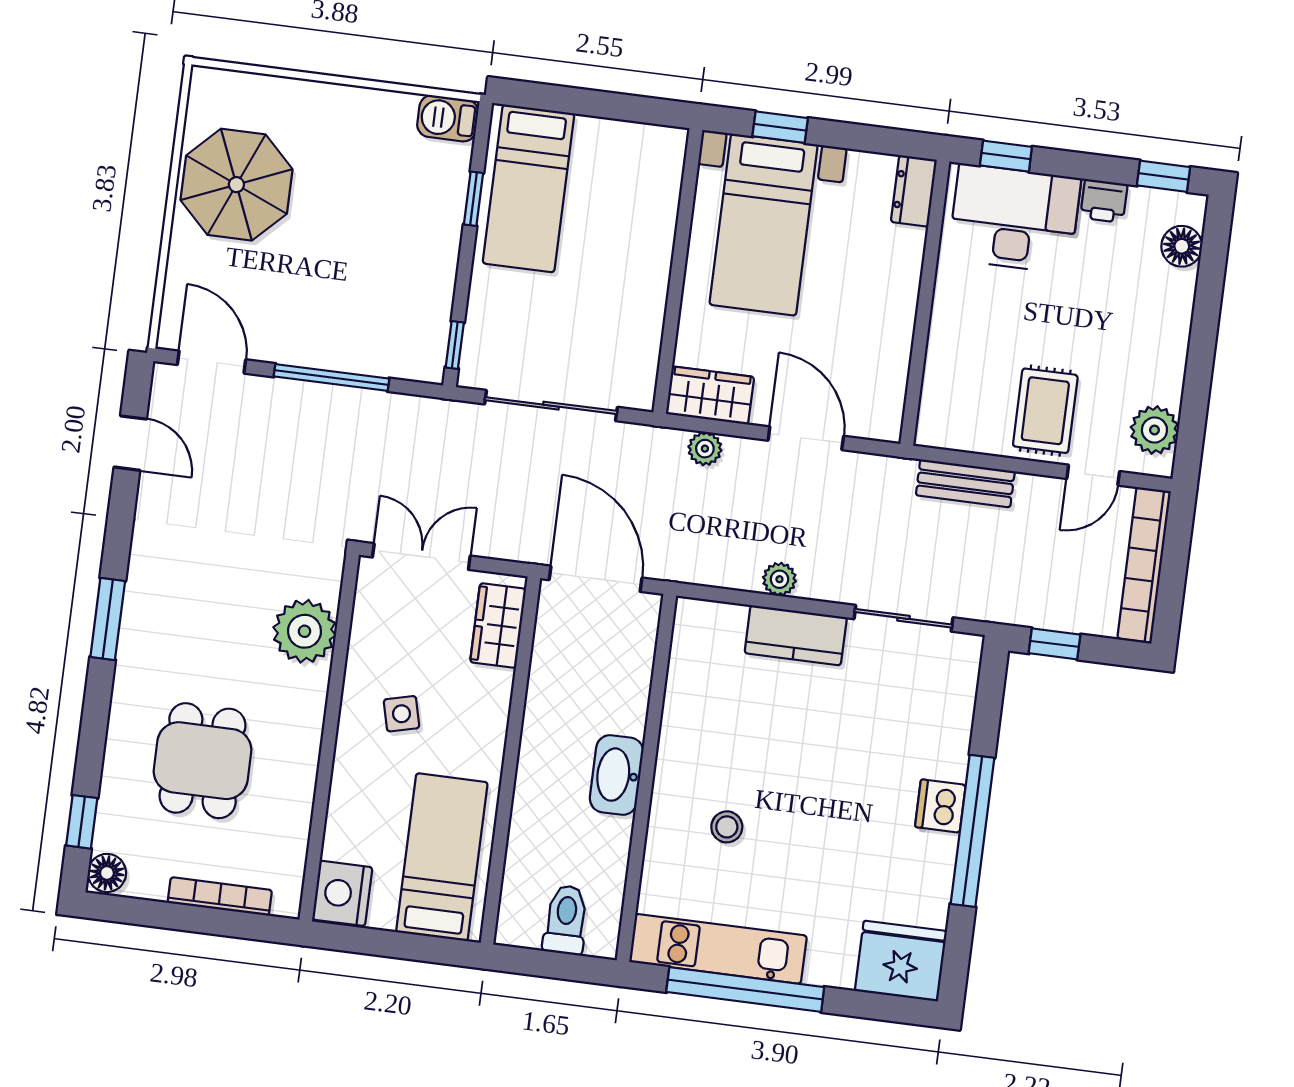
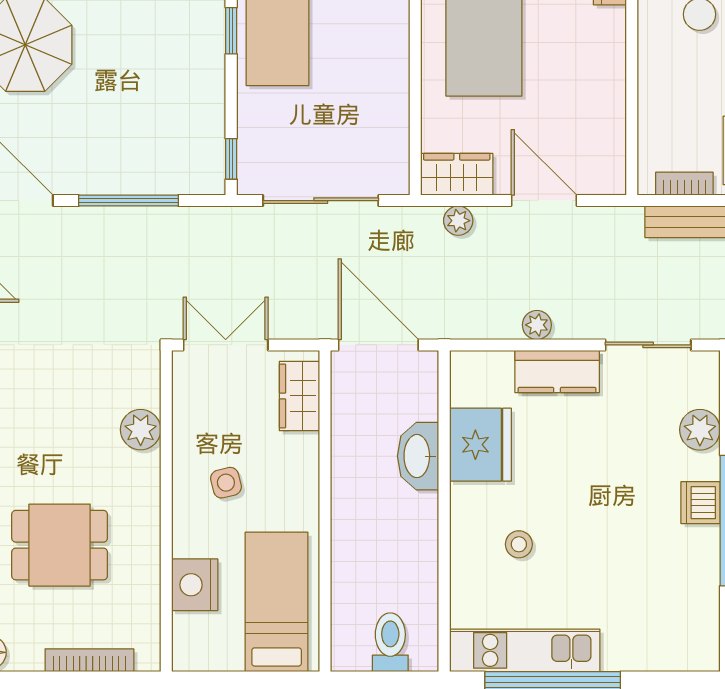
bookcase: (968, 439) -> (684, 184), added
plant: (305, 631) -> (141, 430), width x0.73, depth x0.73
plant: (950, 723) -> (700, 430), added
dining table: (202, 761) -> (60, 545), turned 90
washbasin: (617, 775) -> (418, 456), moved
nightstand: (342, 893) -> (195, 585), moved
fridge: (901, 961) -> (480, 445), moved, turned 90

